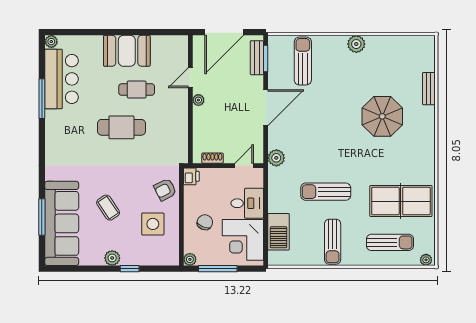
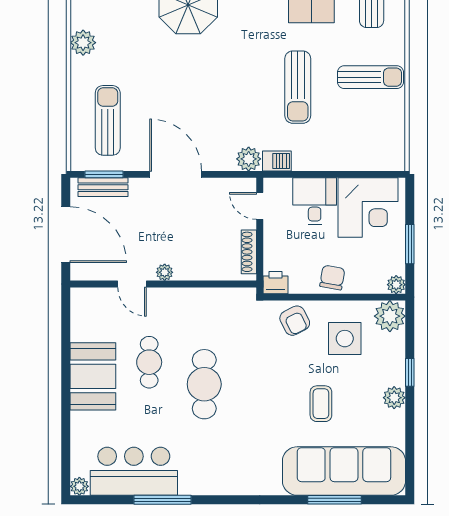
sun lounger: (303, 61) -> (108, 120), turned 90
shoe rack: (212, 158) -> (249, 252), width x1.43
coffee table: (108, 208) -> (321, 404), turned -56
chair: (205, 222) -> (332, 278), moved, turned 78
barbecue: (279, 232) -> (277, 161), moved, width x0.53, depth x0.65
plant: (168, 255) -> (390, 316), added
window: (218, 269) -> (410, 244), width x0.69

